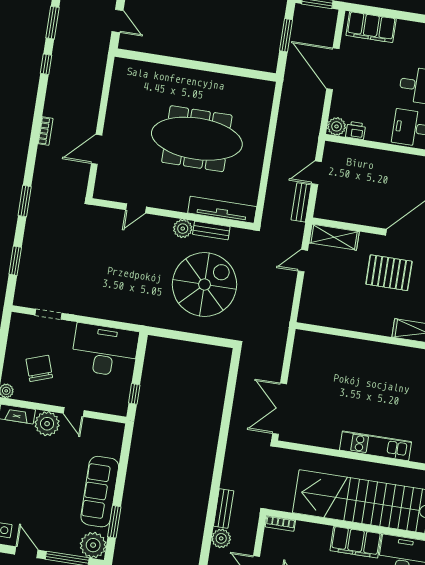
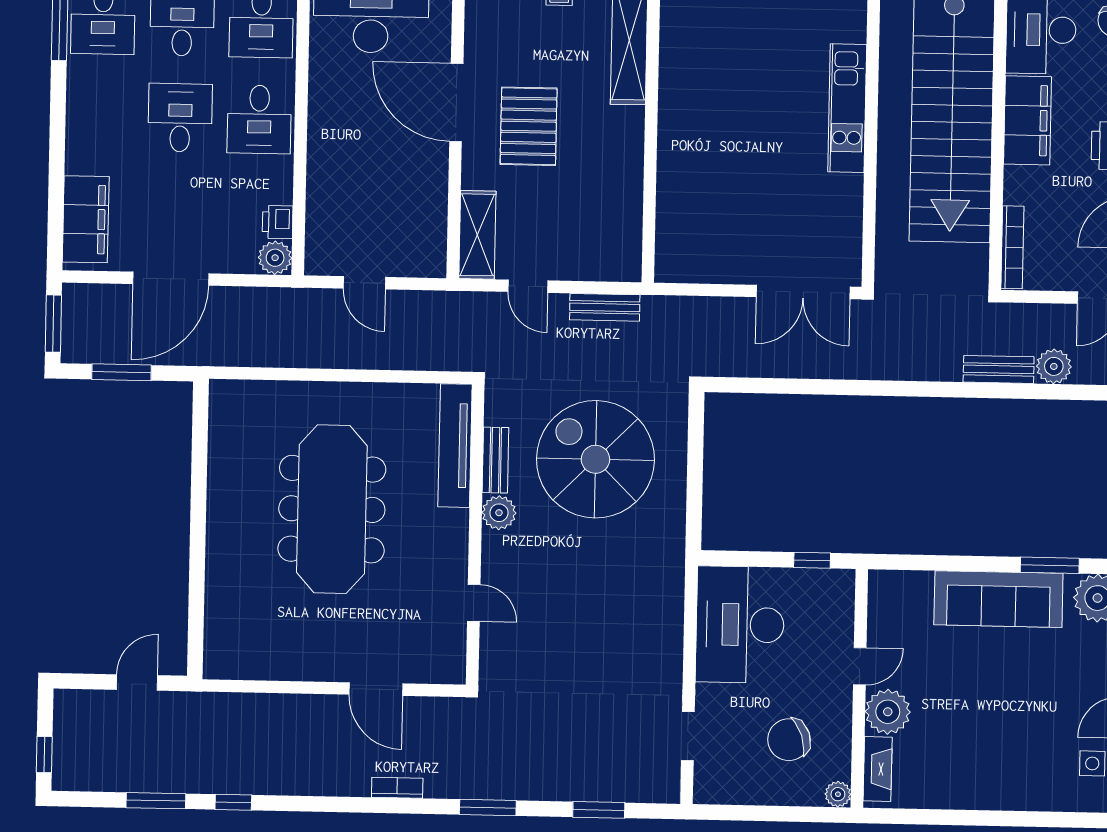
bookcase: (45, 131) -> (397, 788), moved
bench: (301, 202) -> (605, 307), moved
bookcase: (280, 524) -> (1012, 247), width x1.56

